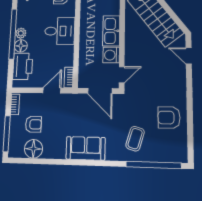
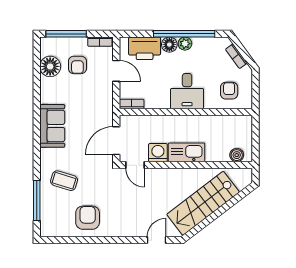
door: (52, 90) -> (116, 71), moved
window: (153, 165) -> (37, 201), width x0.68

